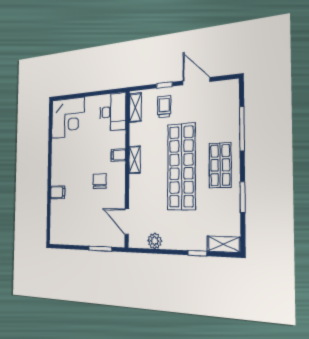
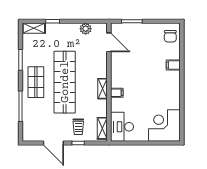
chair: (100, 181) -> (170, 36), moved

